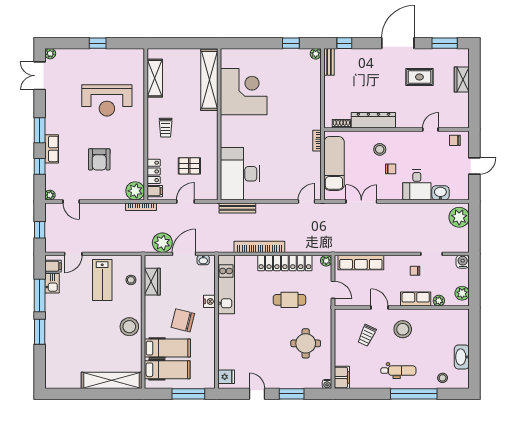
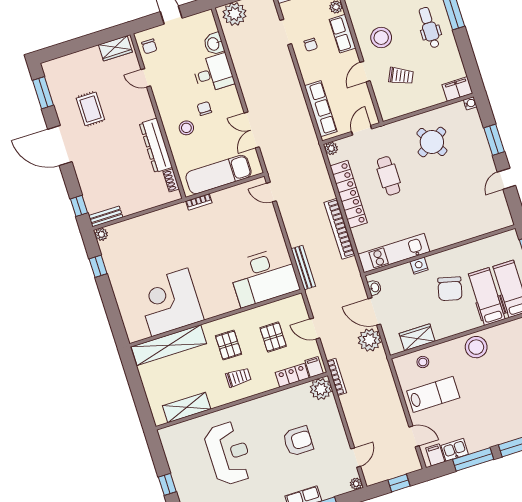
wardrobe: (462, 79) -> (115, 48), moved
pallet: (194, 128) -> (229, 345), added
round table: (306, 343) -> (432, 142), turned -31
fridge: (226, 377) -> (498, 220), removed

